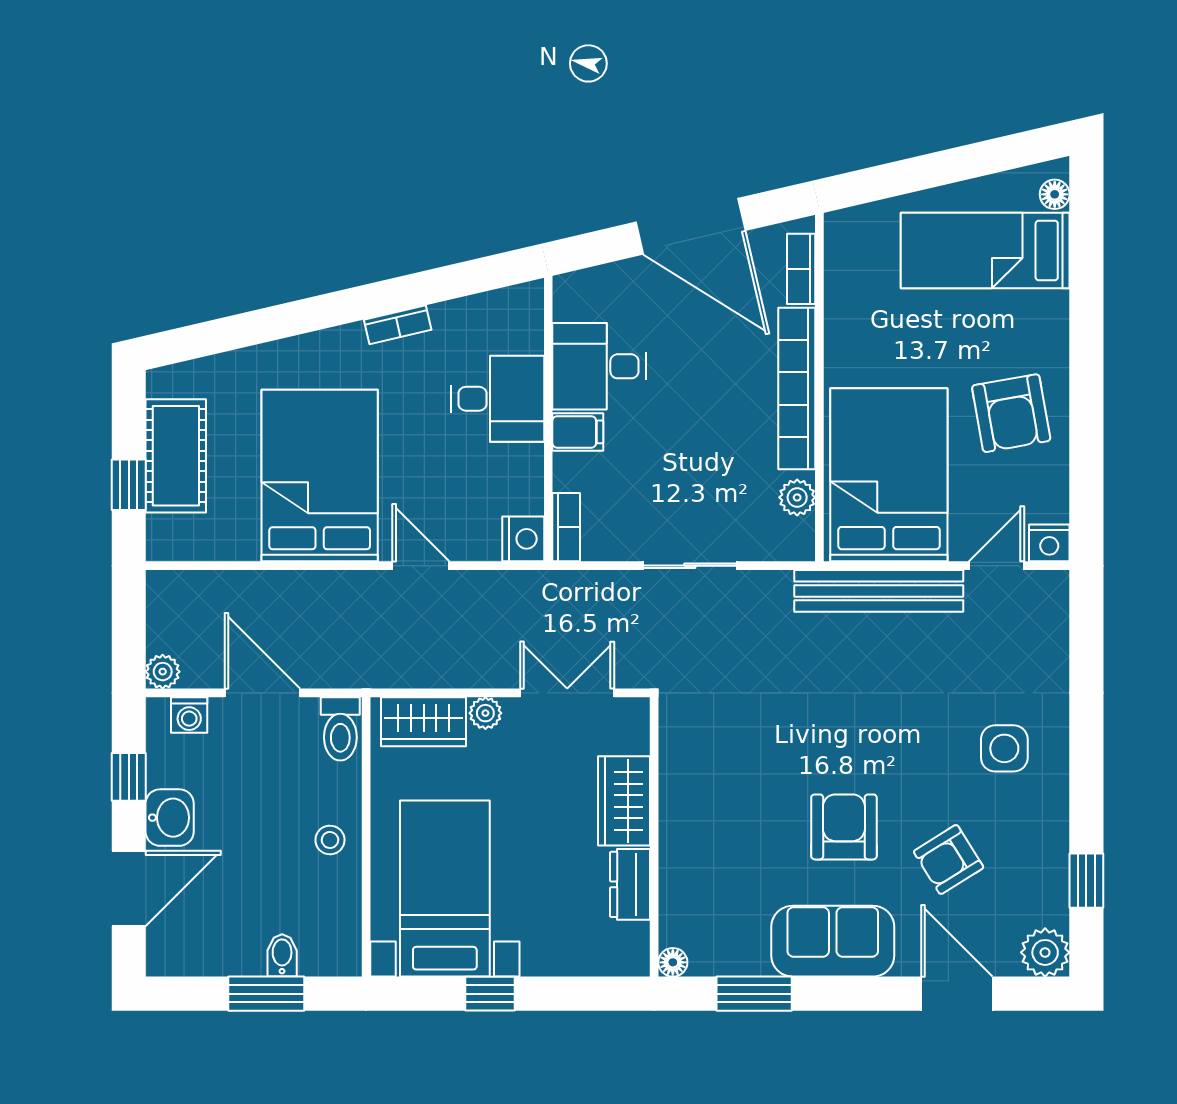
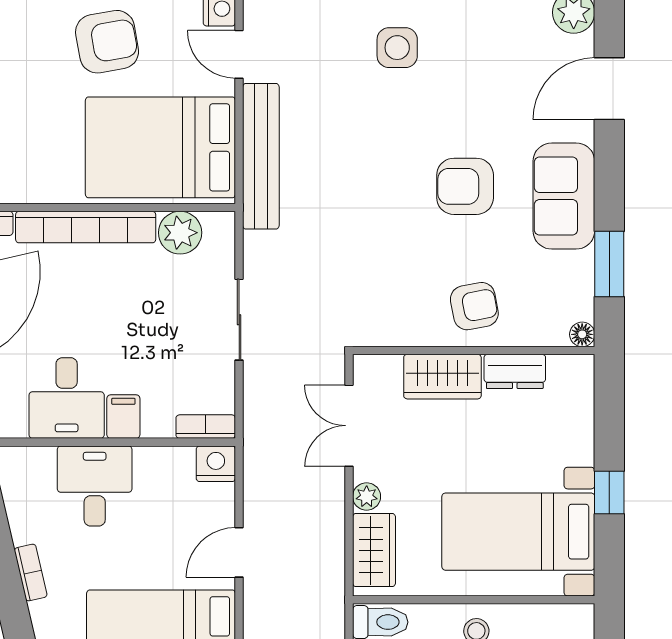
plant: (797, 497) -> (180, 233), width x1.38, depth x1.38
armchair: (949, 860) -> (474, 306), moved, turned -69

